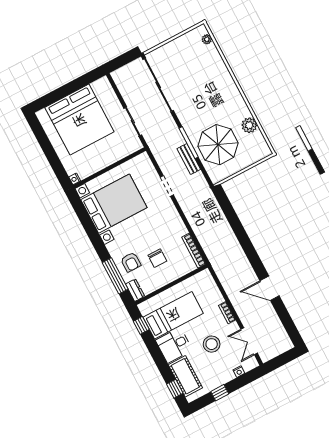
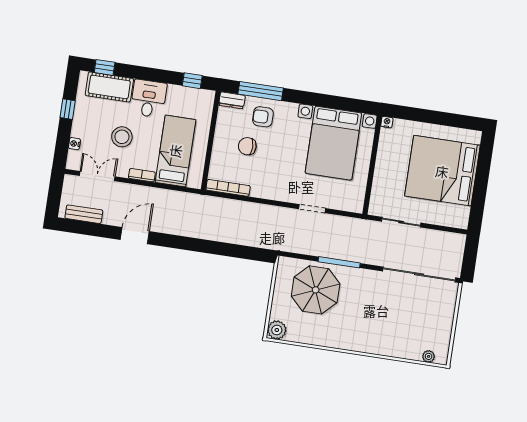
plant: (249, 125) -> (277, 330), moved
bench: (189, 159) -> (84, 214), moved
bed: (173, 315) -> (175, 151), moved, turned 180

